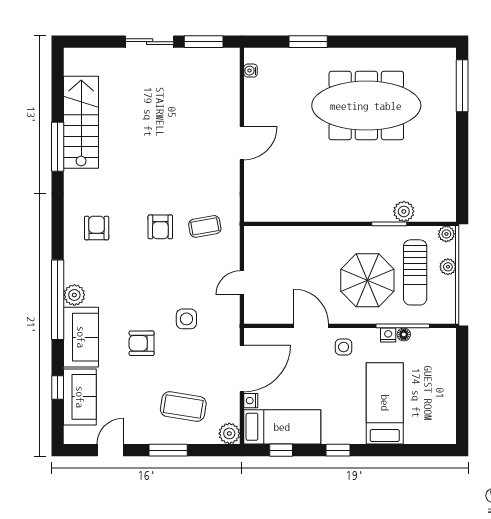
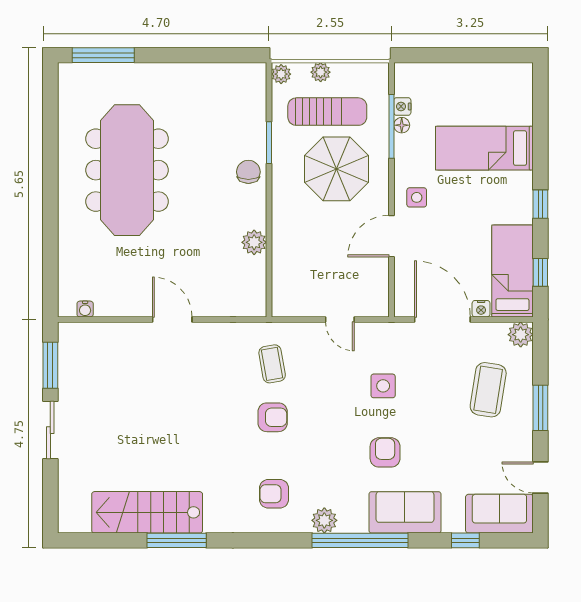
window: (308, 42) -> (50, 240), removed
chair: (365, 207) -> (248, 172), added
plant: (404, 211) -> (254, 242), moved
plant: (74, 295) -> (324, 520), moved
nightstand: (388, 335) -> (402, 106), moved
armchair: (142, 343) -> (385, 452), moved, turned 180
sofa: (80, 397) -> (499, 514), moved

